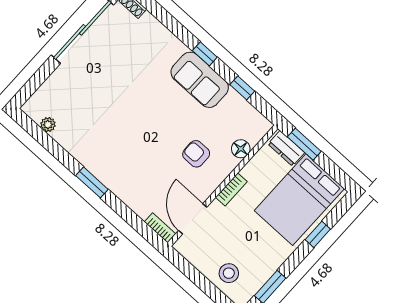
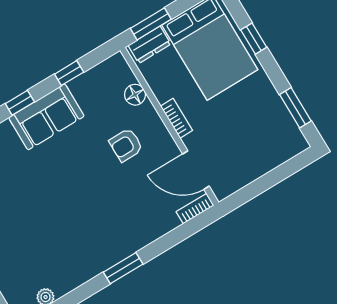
stool: (229, 273) -> (267, 148), removed

